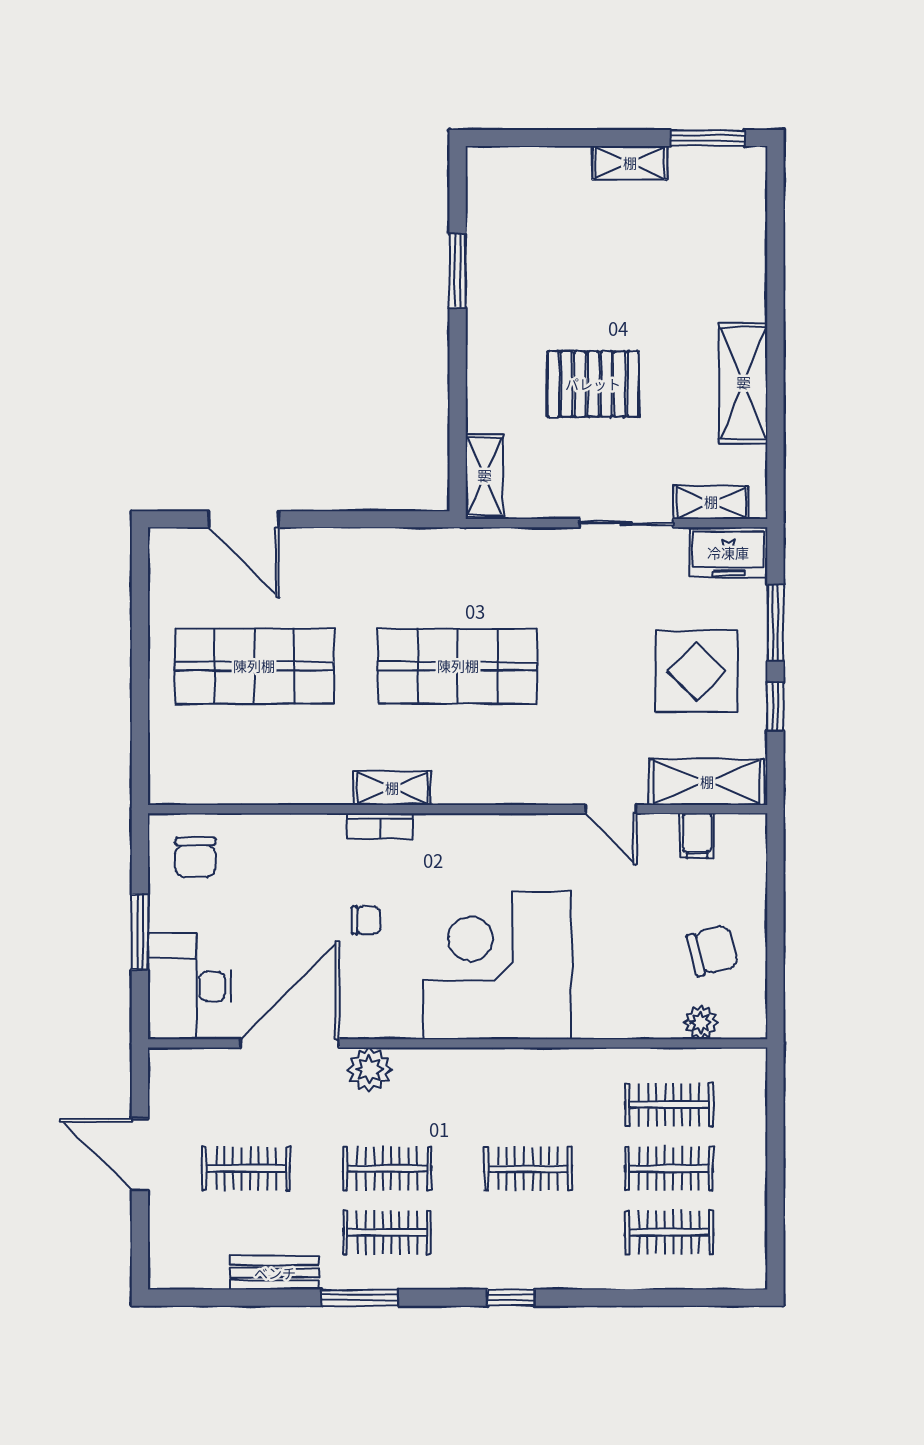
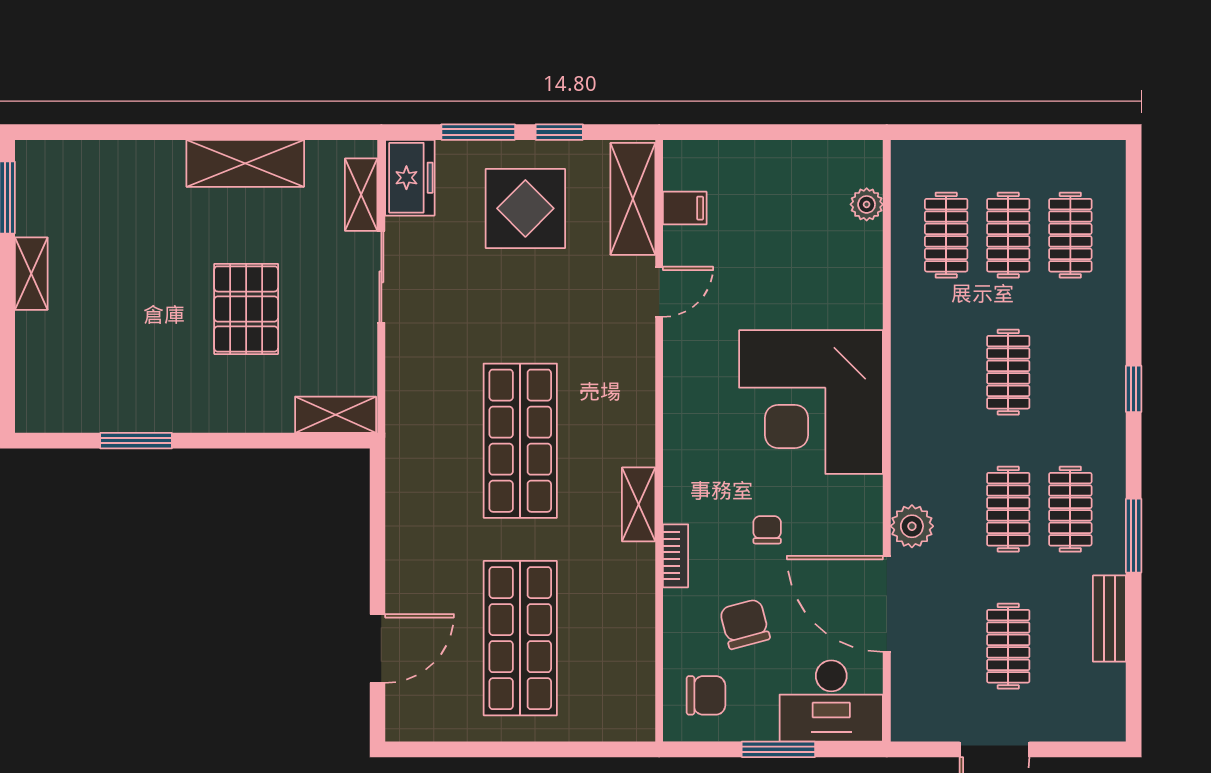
bookcase: (380, 826) -> (676, 556), moved
chair: (713, 950) -> (745, 624), moved

